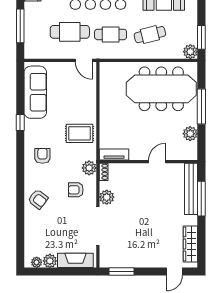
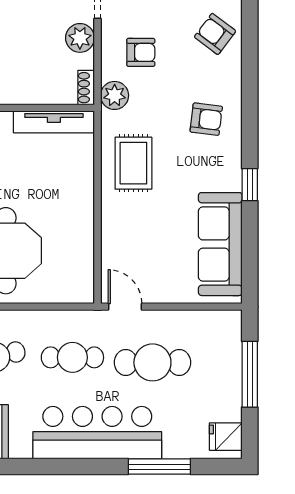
rug: (80, 133) -> (133, 163), turned 90
tv unit: (114, 154) -> (54, 122), width x1.41
armchair: (42, 156) -> (206, 119), turned -83

